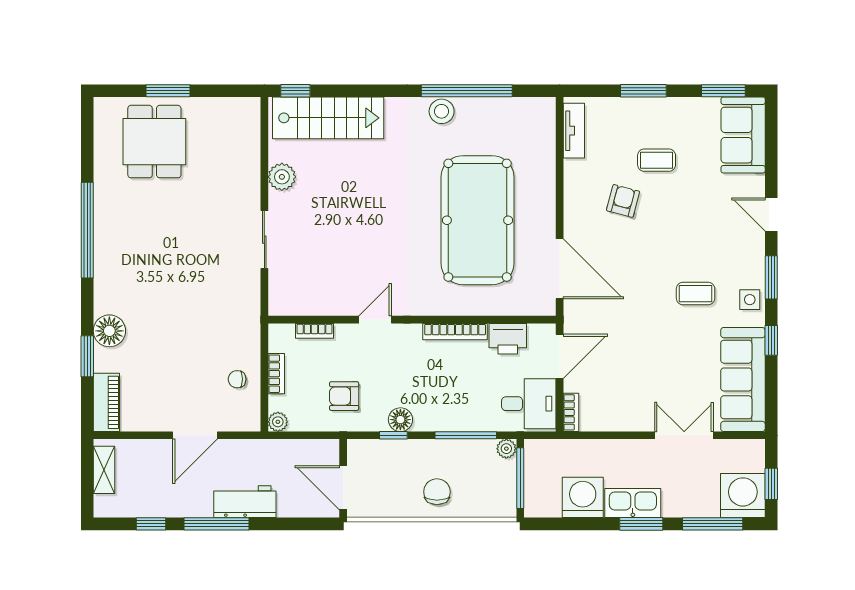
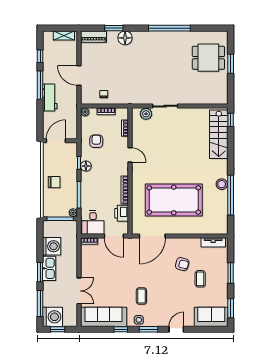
plant: (282, 177) -> (146, 114), moved

